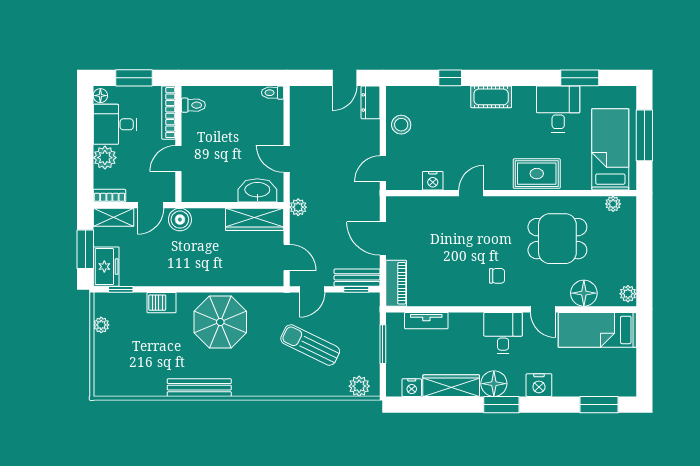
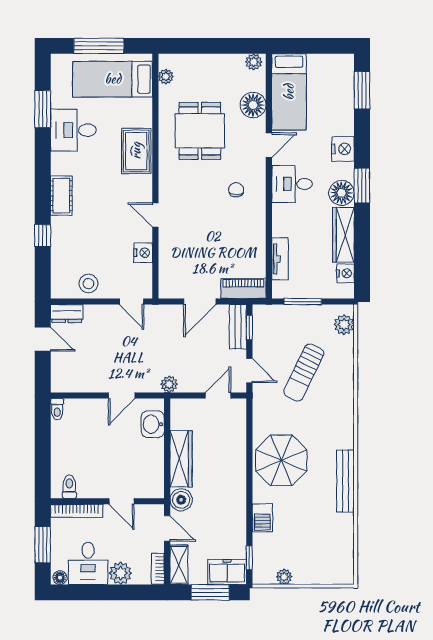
washbasin: (257, 190) -> (153, 424), width x0.72
wardrobe: (255, 219) -> (181, 459), moved

